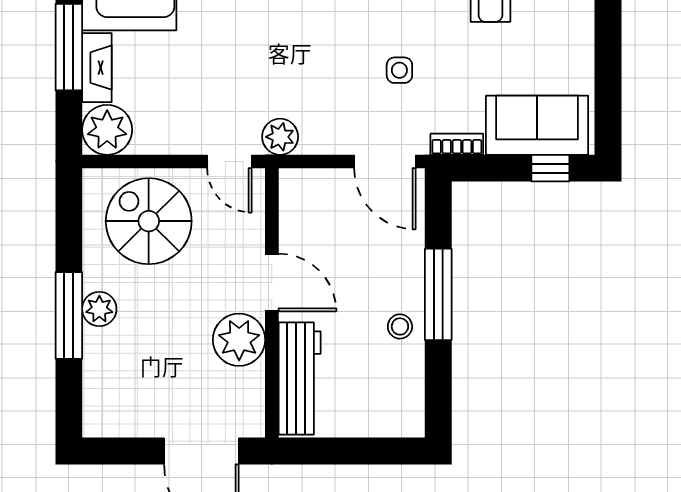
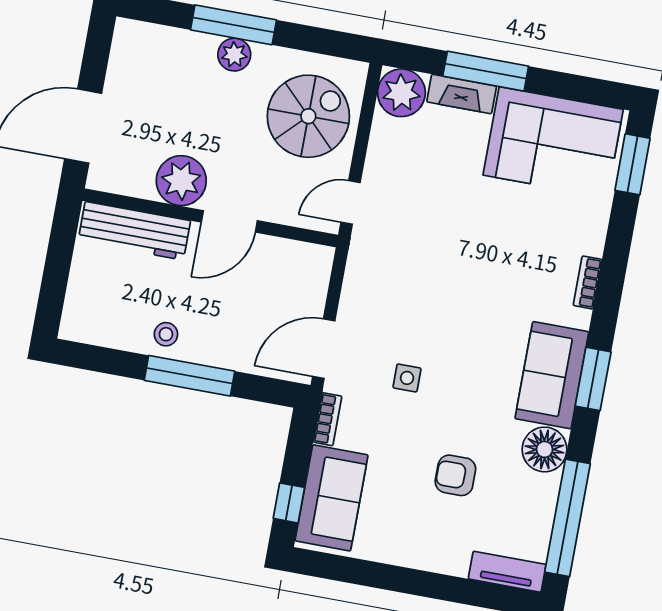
plant: (280, 137) -> (365, 254), removed

